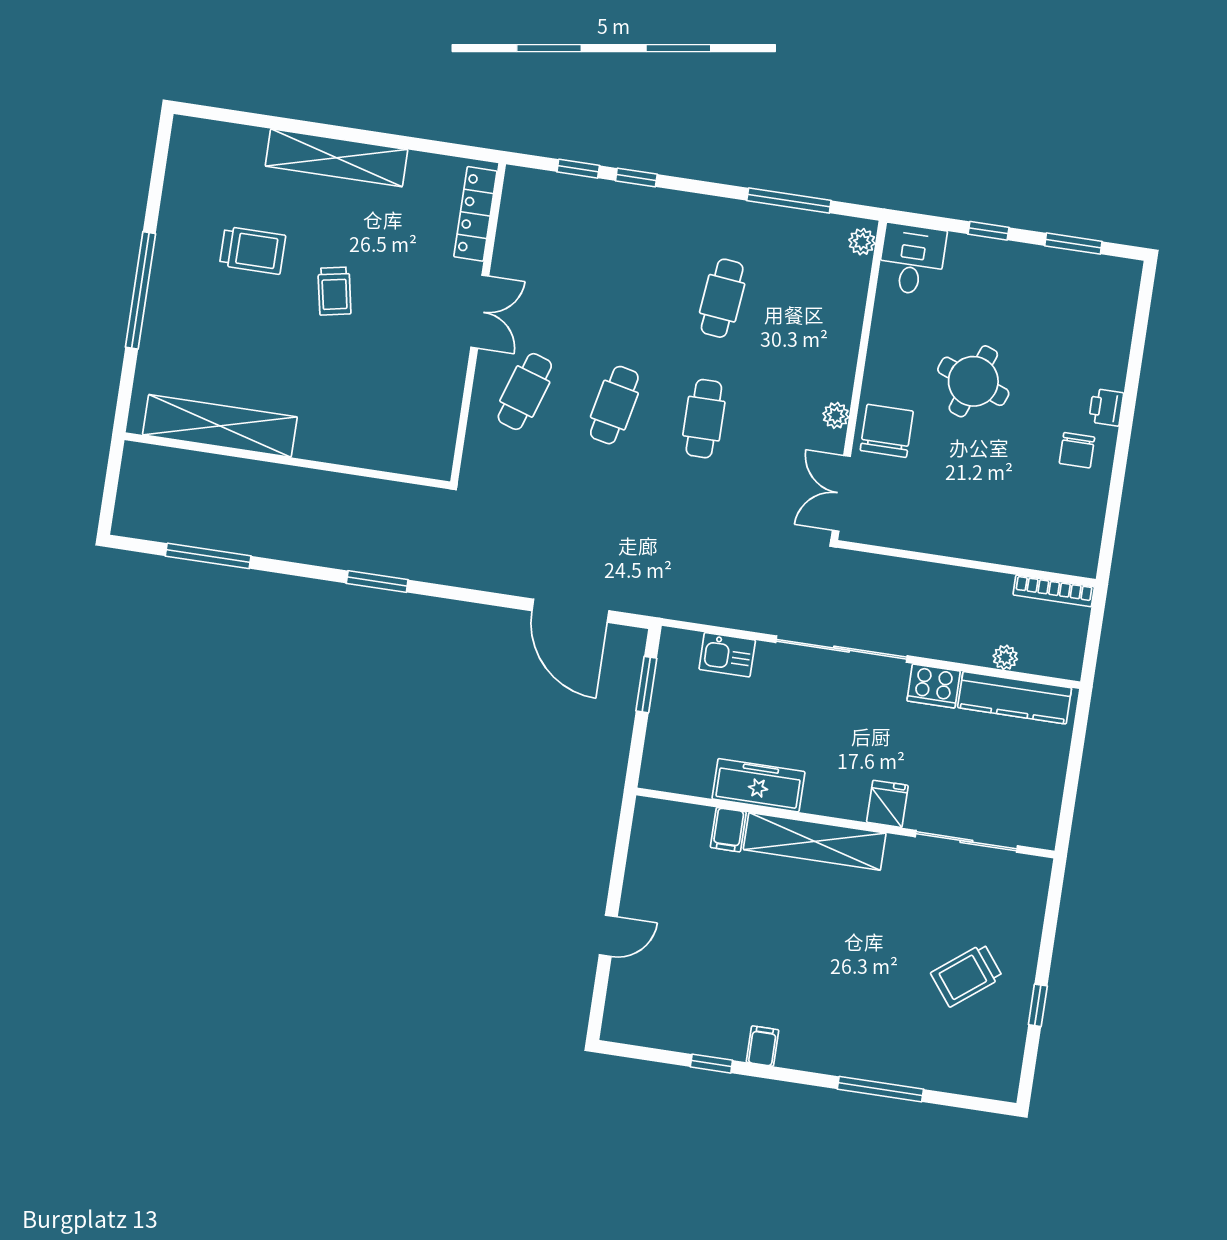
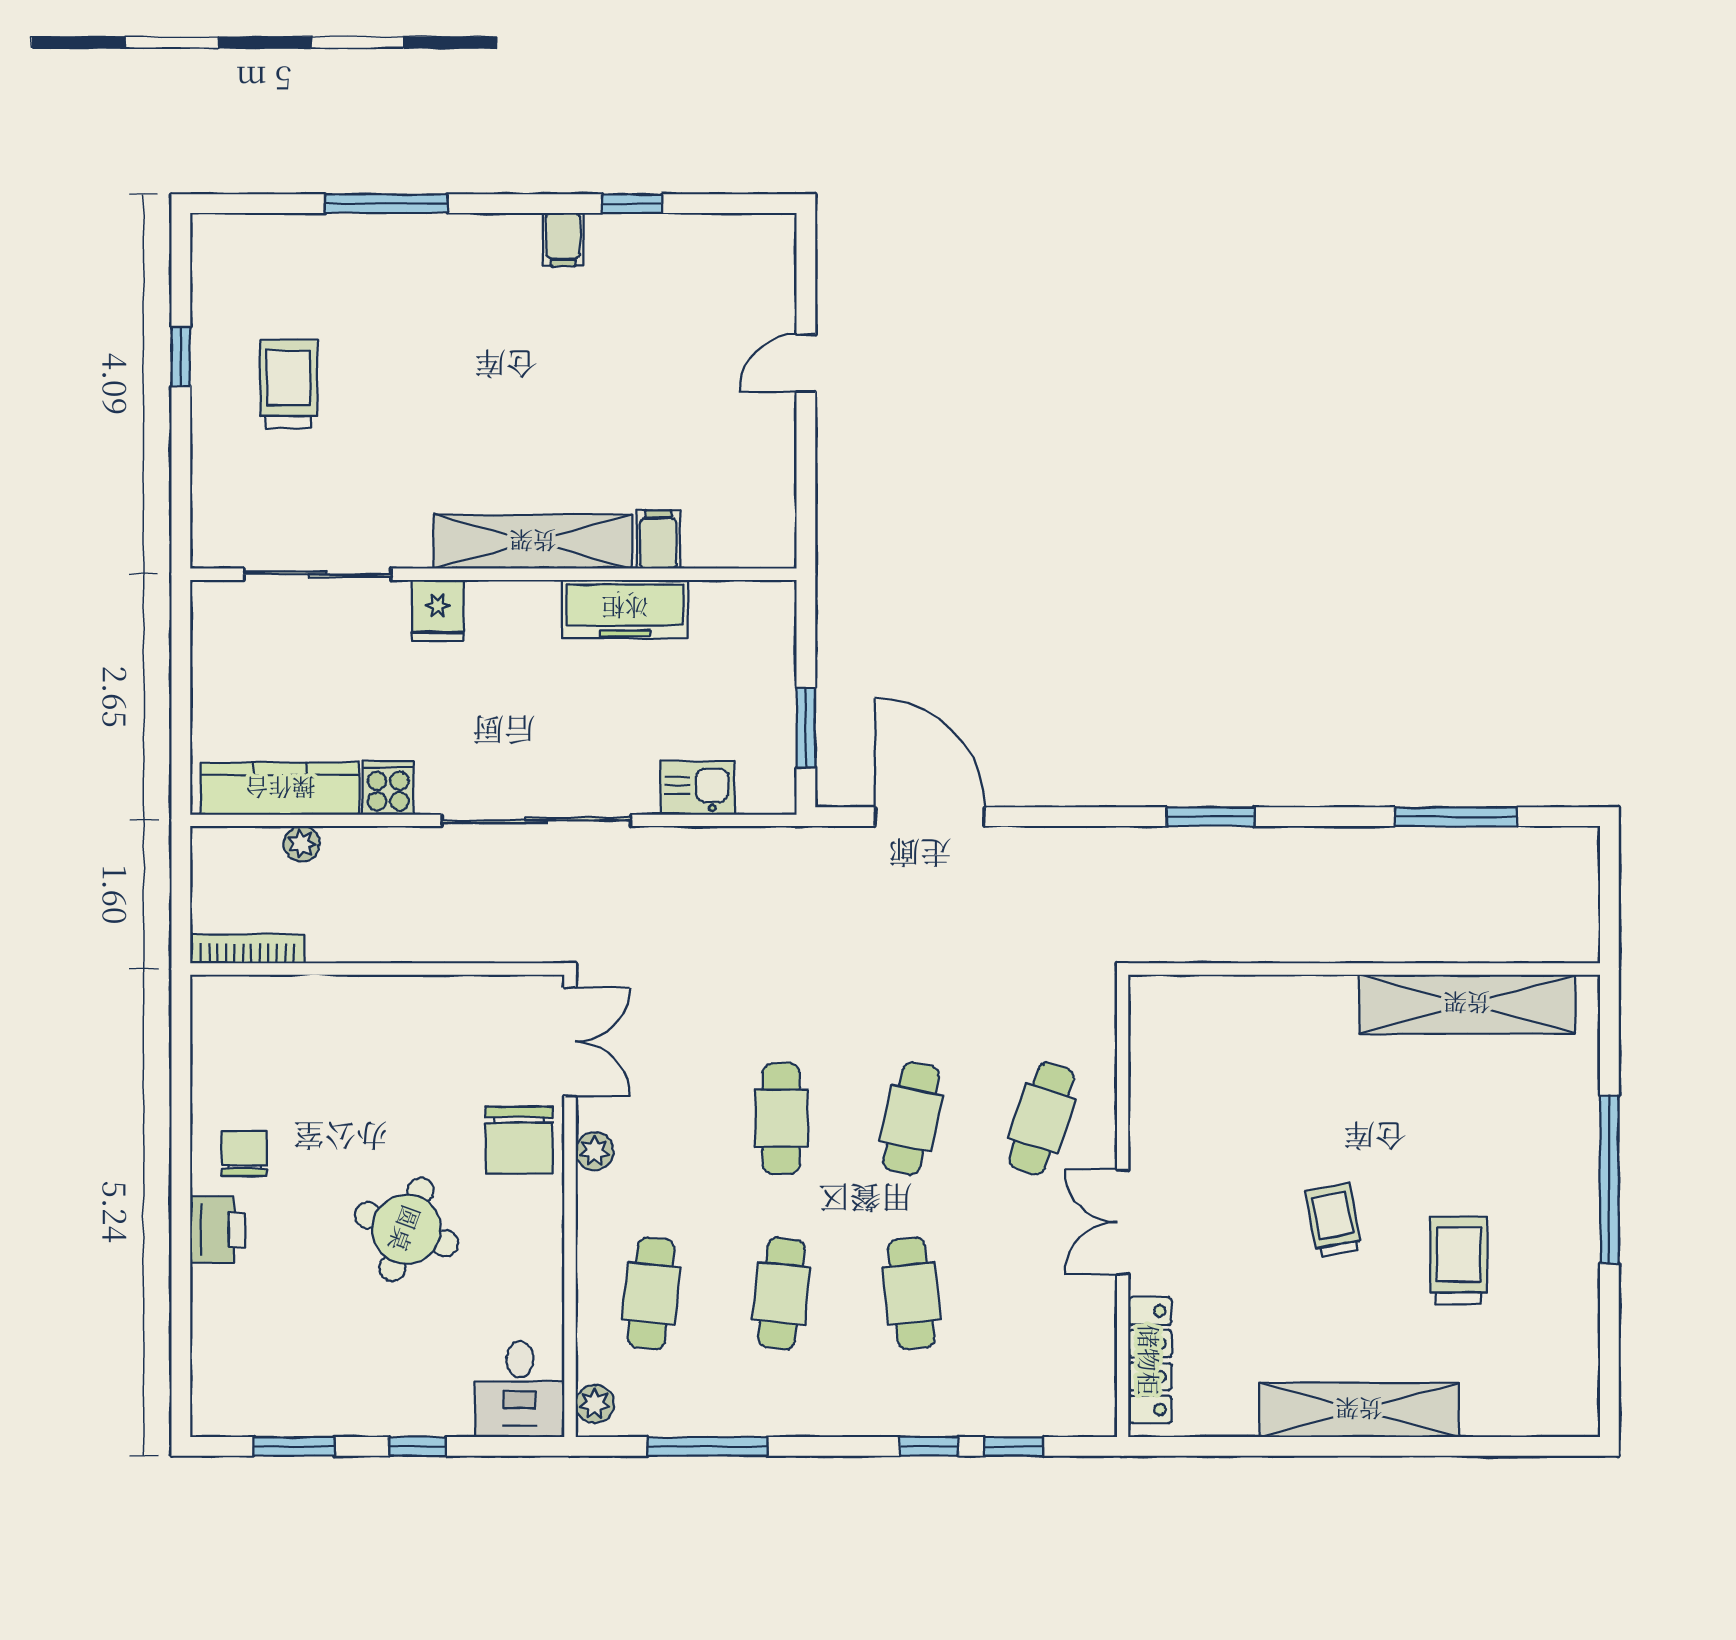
trolley: (253, 250) -> (1459, 1261), turned 90
cafe table: (633, 285) -> (911, 1293), added
cafe table: (812, 312) -> (651, 1293), added
printer: (1106, 407) -> (218, 1230), width x1.36, depth x1.24
cooker: (934, 686) -> (388, 788), width x0.73
trolley: (967, 975) -> (288, 384), turned -52

